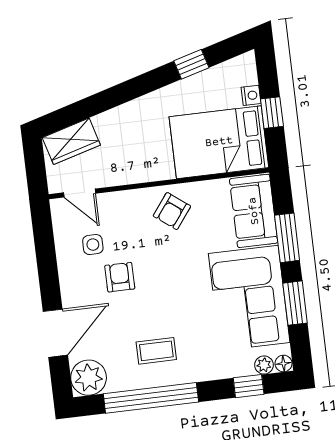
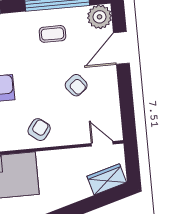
side table: (93, 245) -> (94, 108), removed
armchair: (120, 277) -> (76, 85), turned -39

